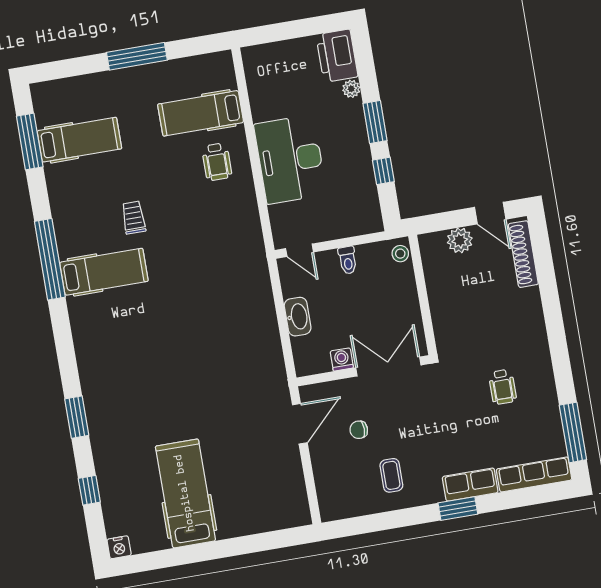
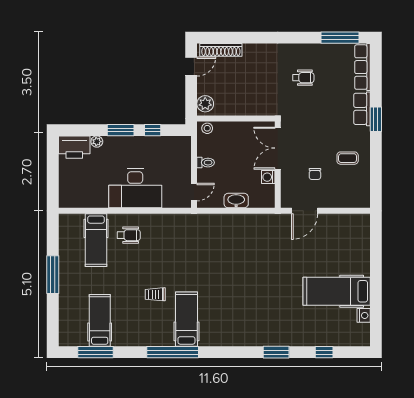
plant: (460, 240) -> (205, 104), moved
door: (300, 424) -> (305, 211), swing flipped
nightstand: (119, 547) -> (364, 315), moved

